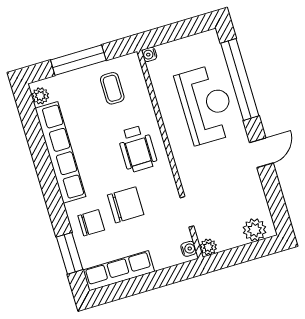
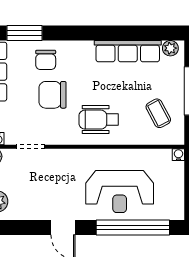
coffee table: (112, 88) -> (158, 113), turned 62
row of seats: (60, 152) -> (128, 51), width x0.73
chair: (126, 205) -> (53, 95), turned 90

